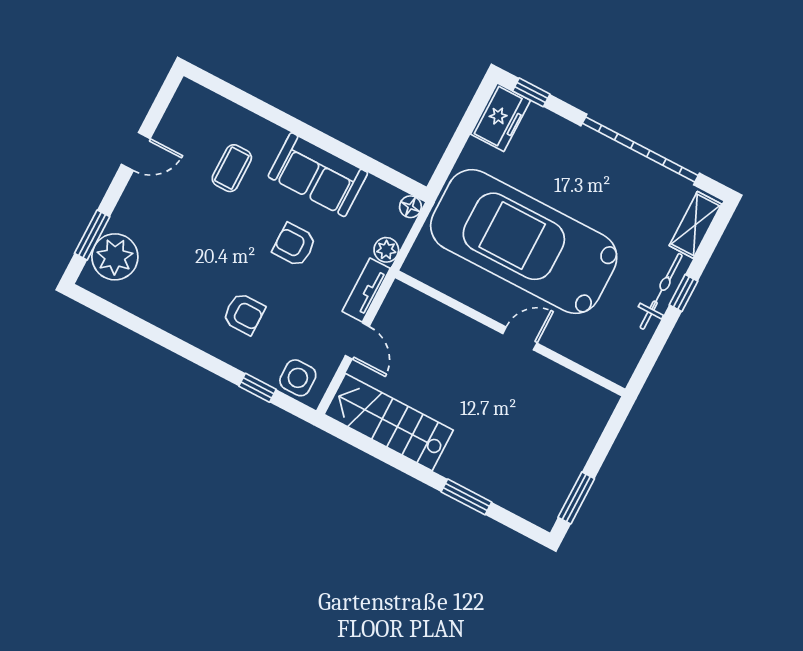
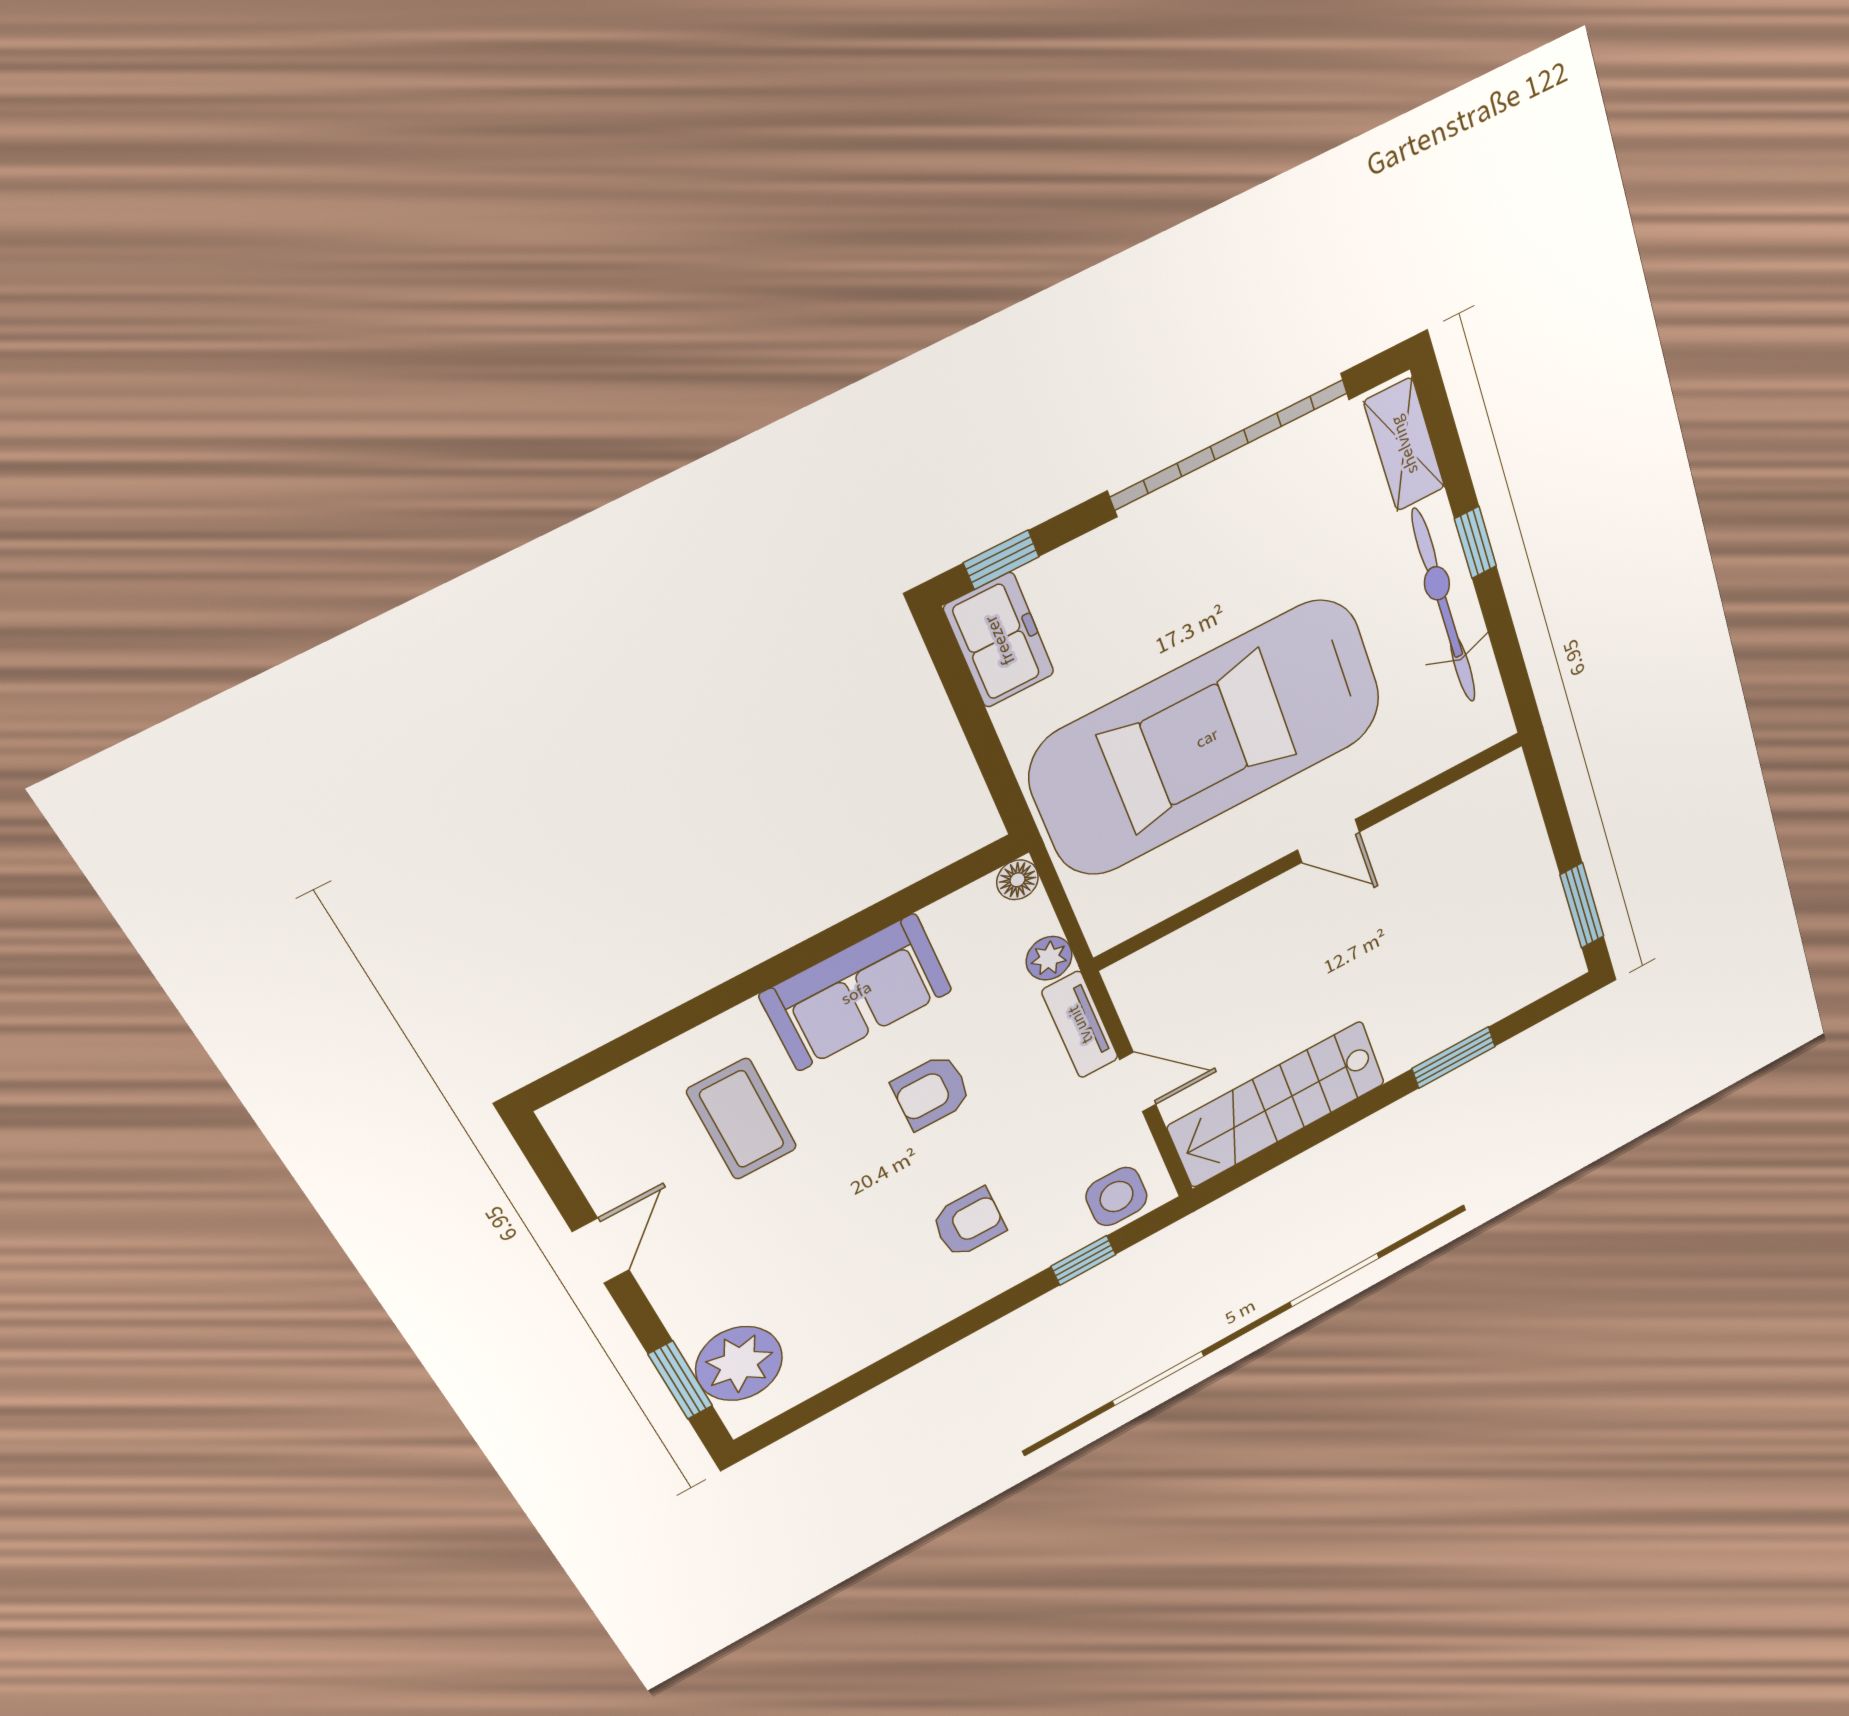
coffee table: (232, 168) -> (742, 1119), width x1.36, depth x1.30
bicycle: (661, 291) -> (1444, 607), width x1.37, depth x1.40
door: (520, 338) -> (1328, 841), swing flipped

